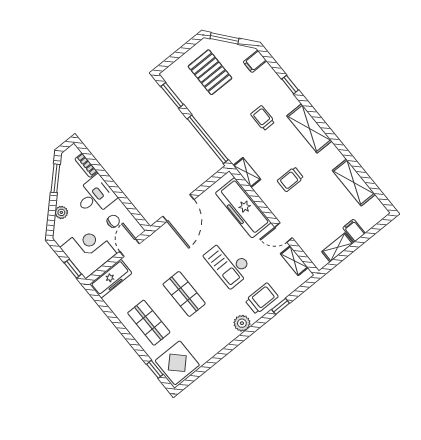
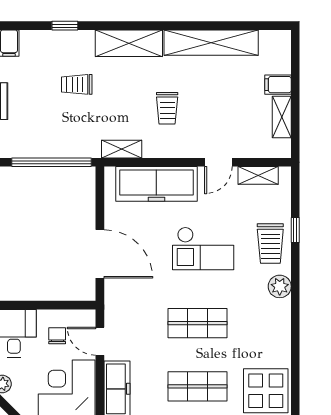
shelving: (354, 182) -> (211, 43), width x1.47
trolley: (262, 298) -> (270, 244), turned 180

